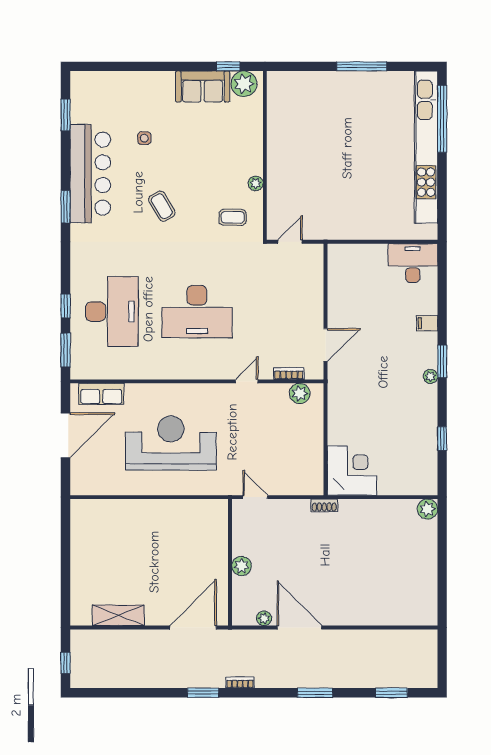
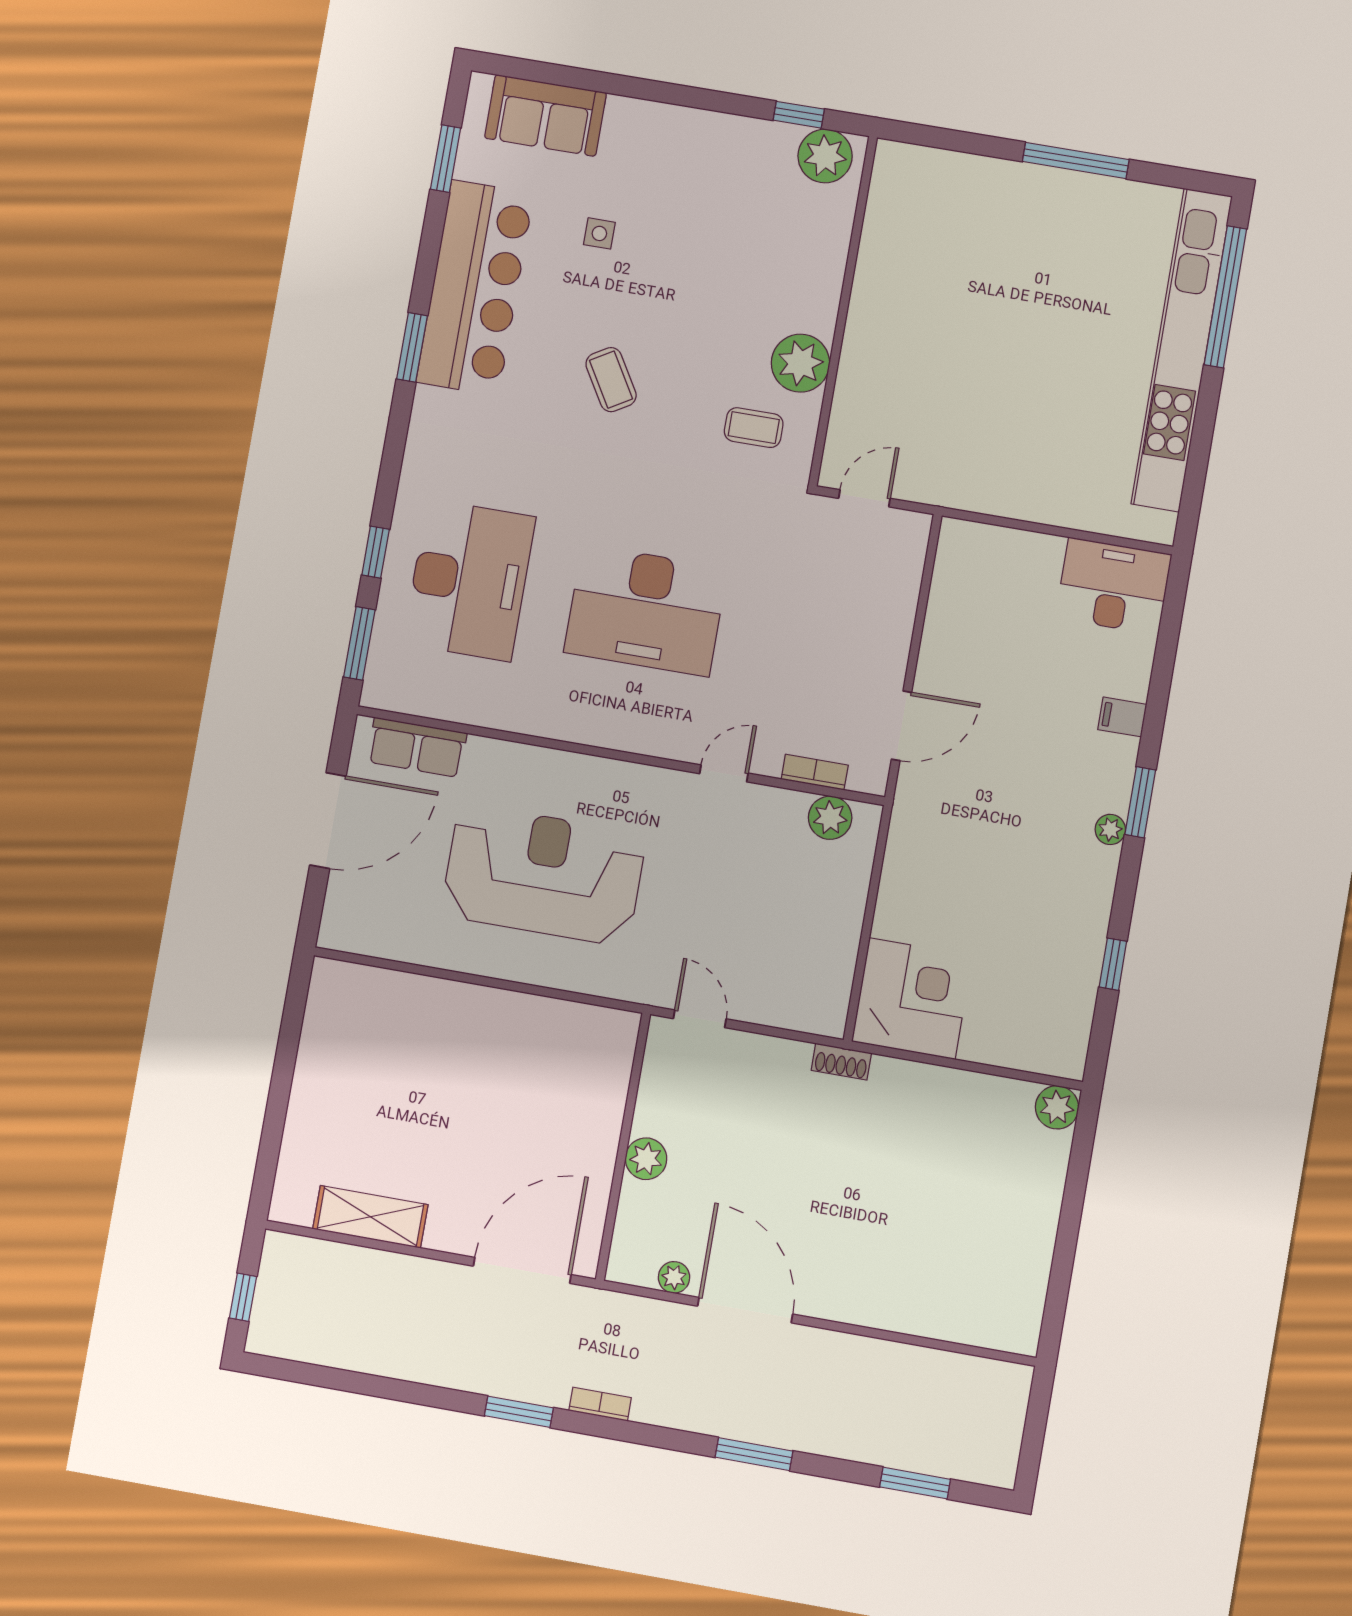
sofa: (203, 87) -> (545, 115), moved
plant: (256, 183) -> (800, 363), width x1.87, depth x1.87

